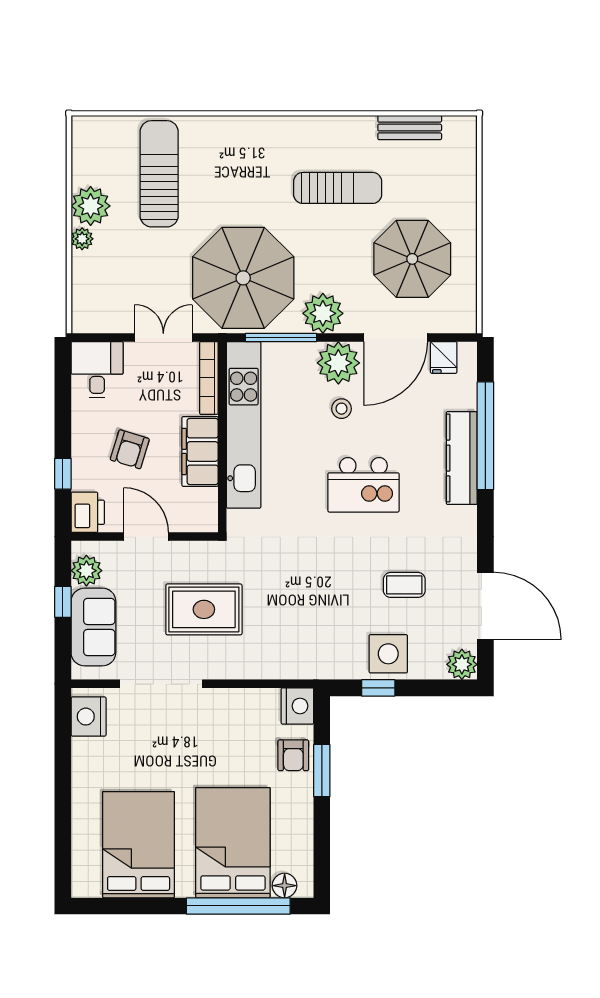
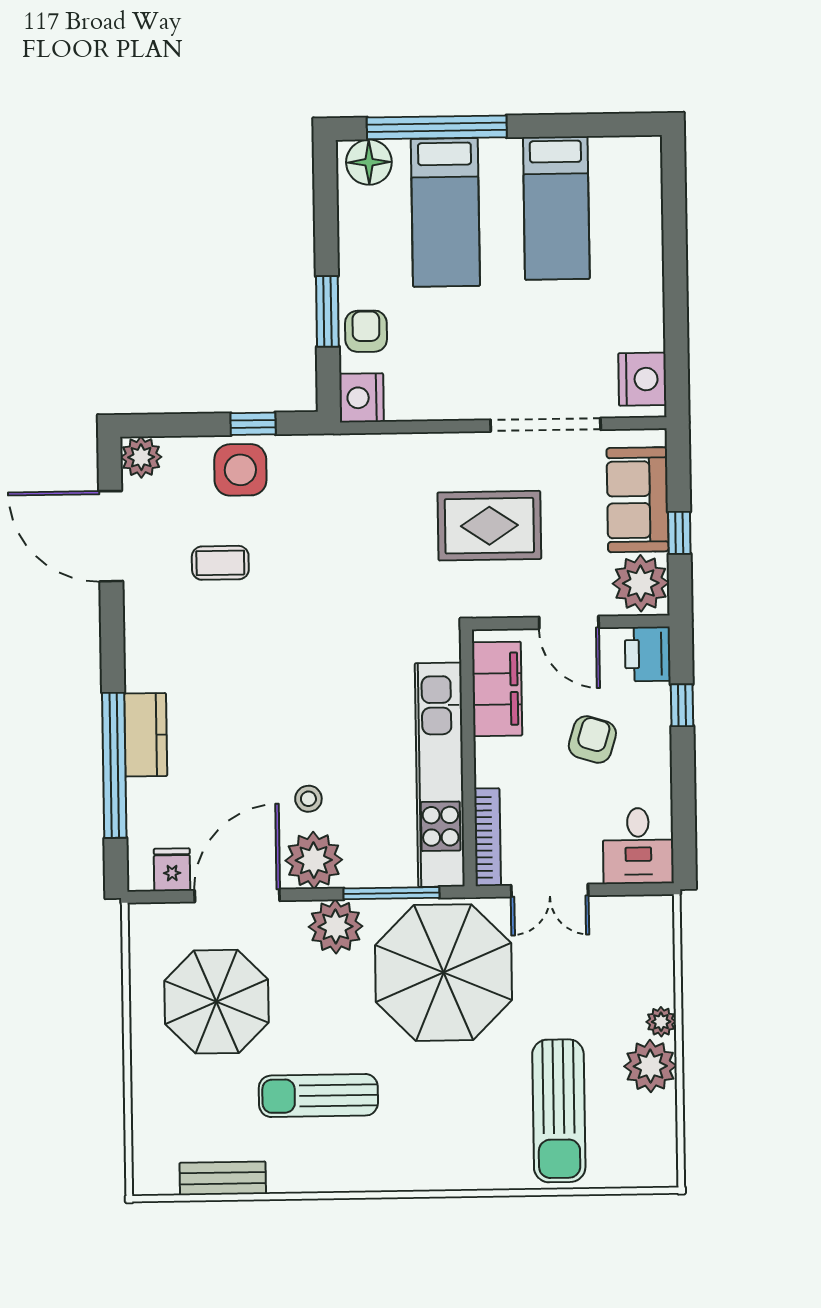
filing cabinet: (200, 451) -> (497, 689), moved
kitchen counter: (462, 458) -> (146, 735), width x0.67
kitchen island: (363, 485) -> (277, 697), removed
plant: (86, 571) -> (641, 583), width x1.36, depth x1.36
bed: (233, 843) -> (445, 212), width x0.67
bed: (139, 845) -> (556, 208), width x0.67
floor lamp: (285, 886) -> (369, 162), width x1.38, depth x1.38

